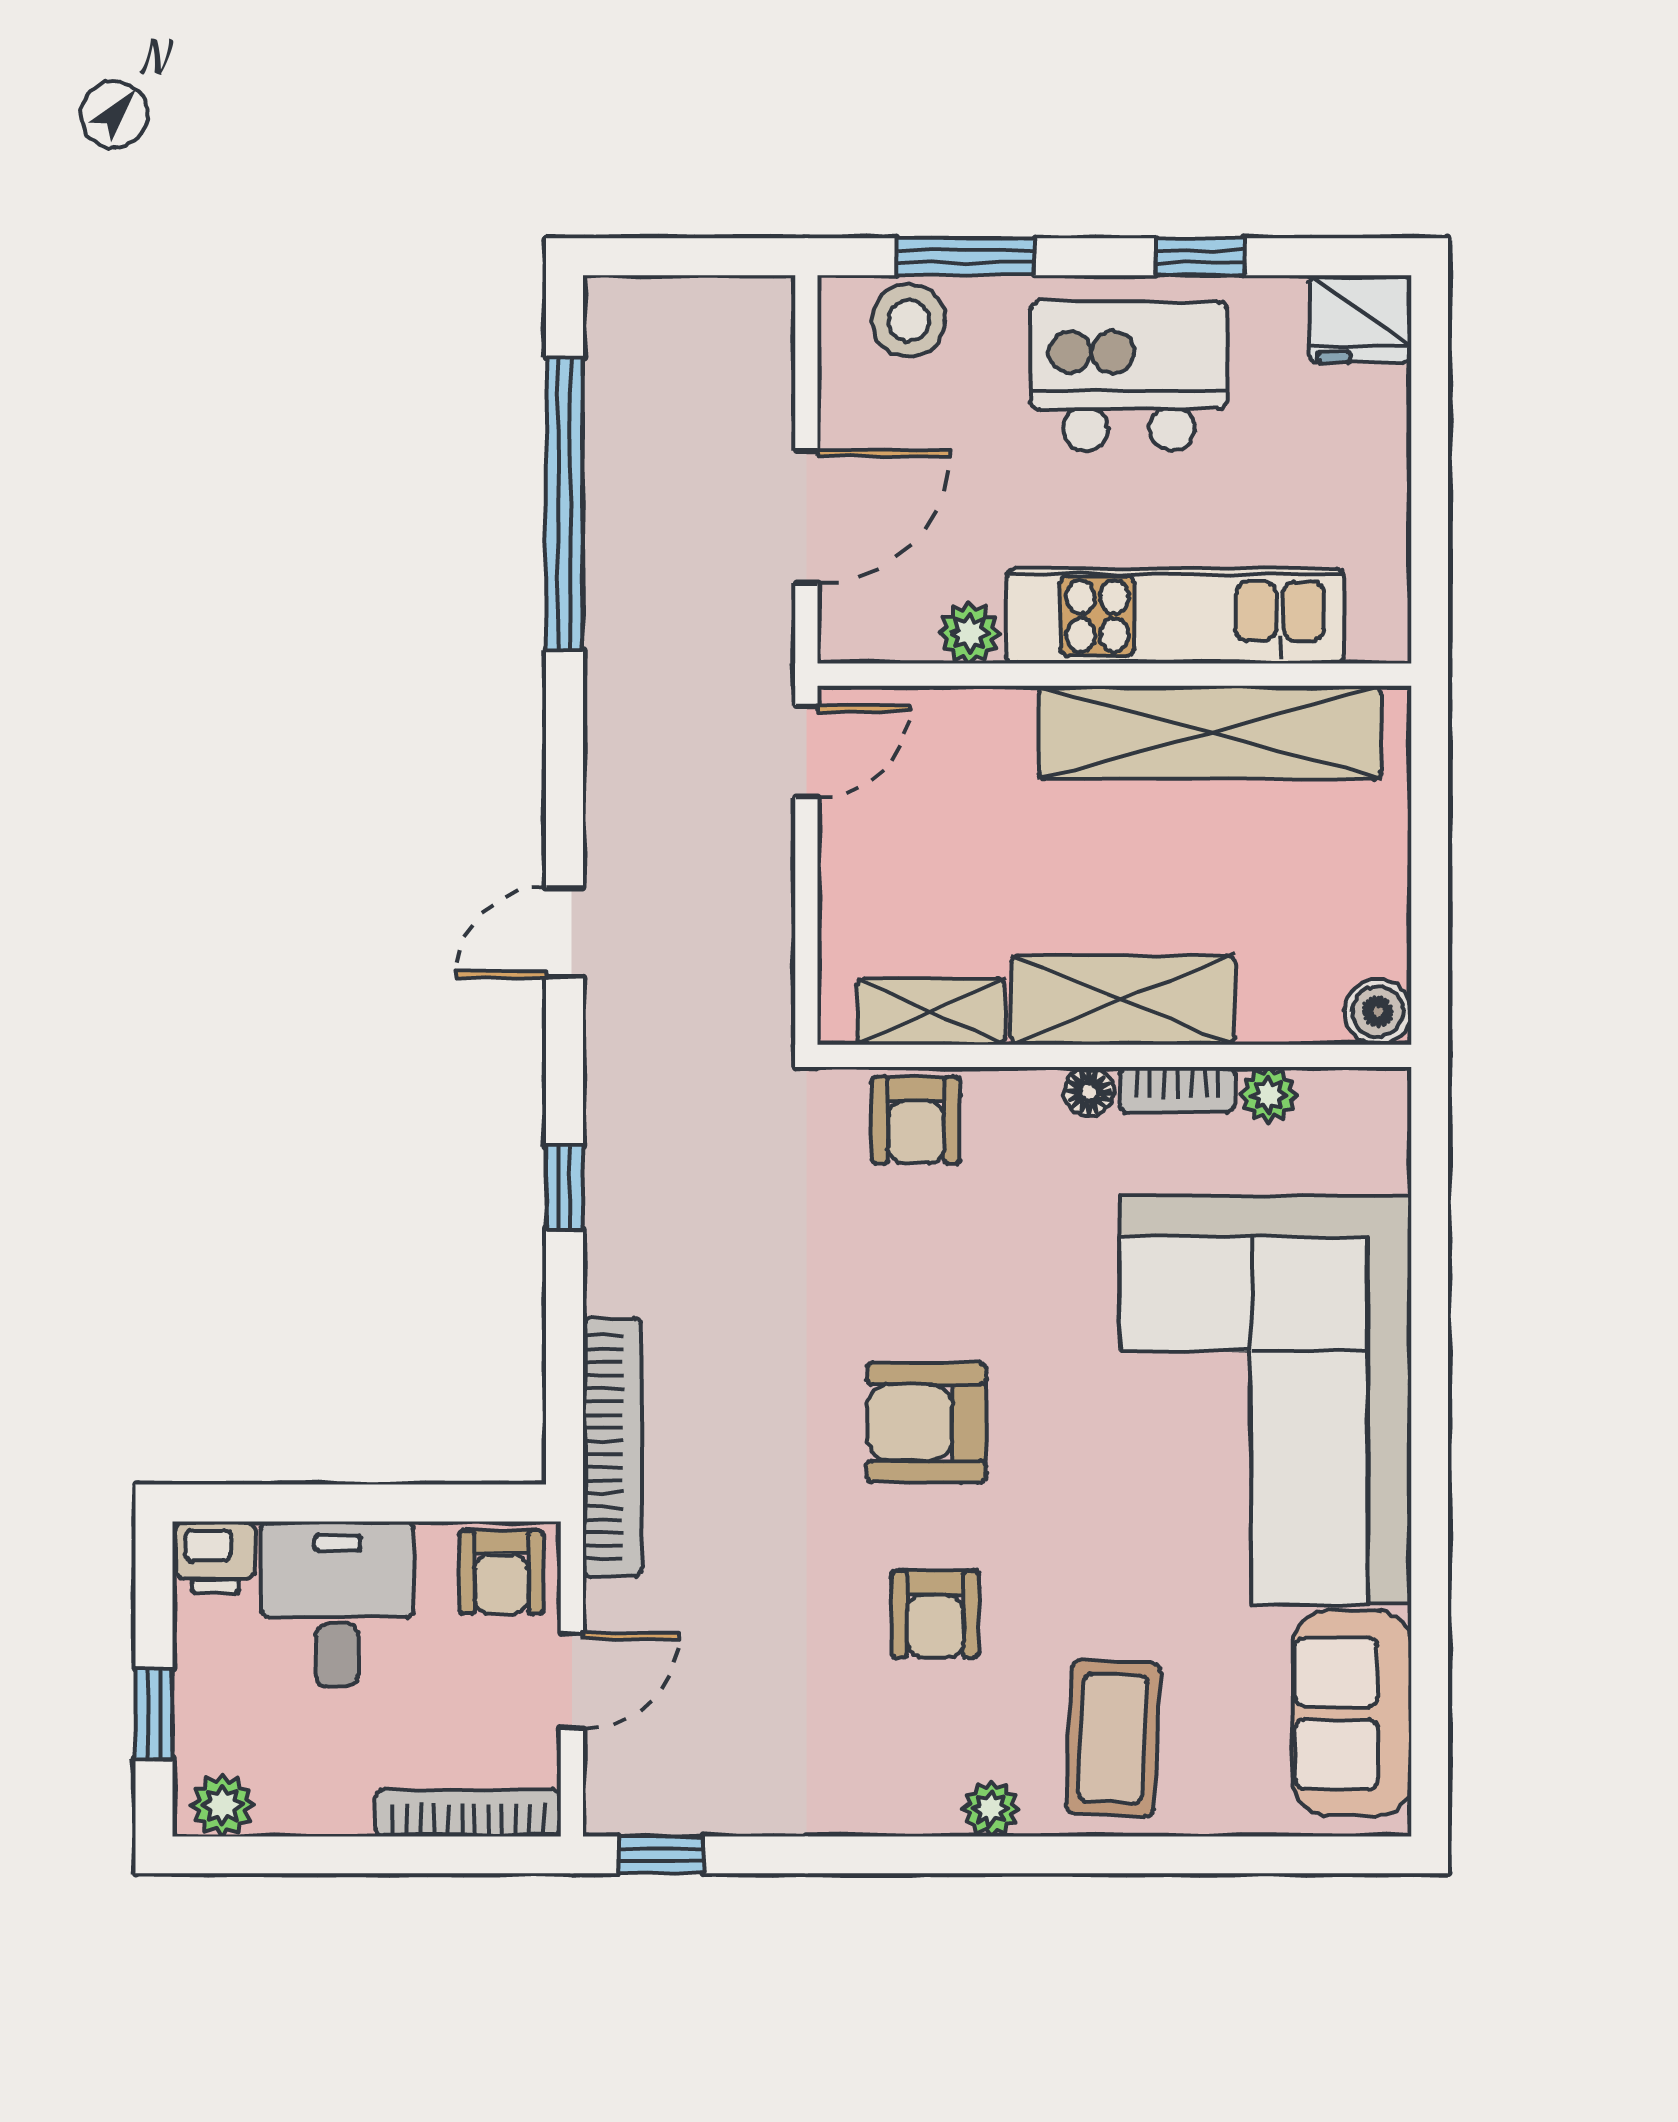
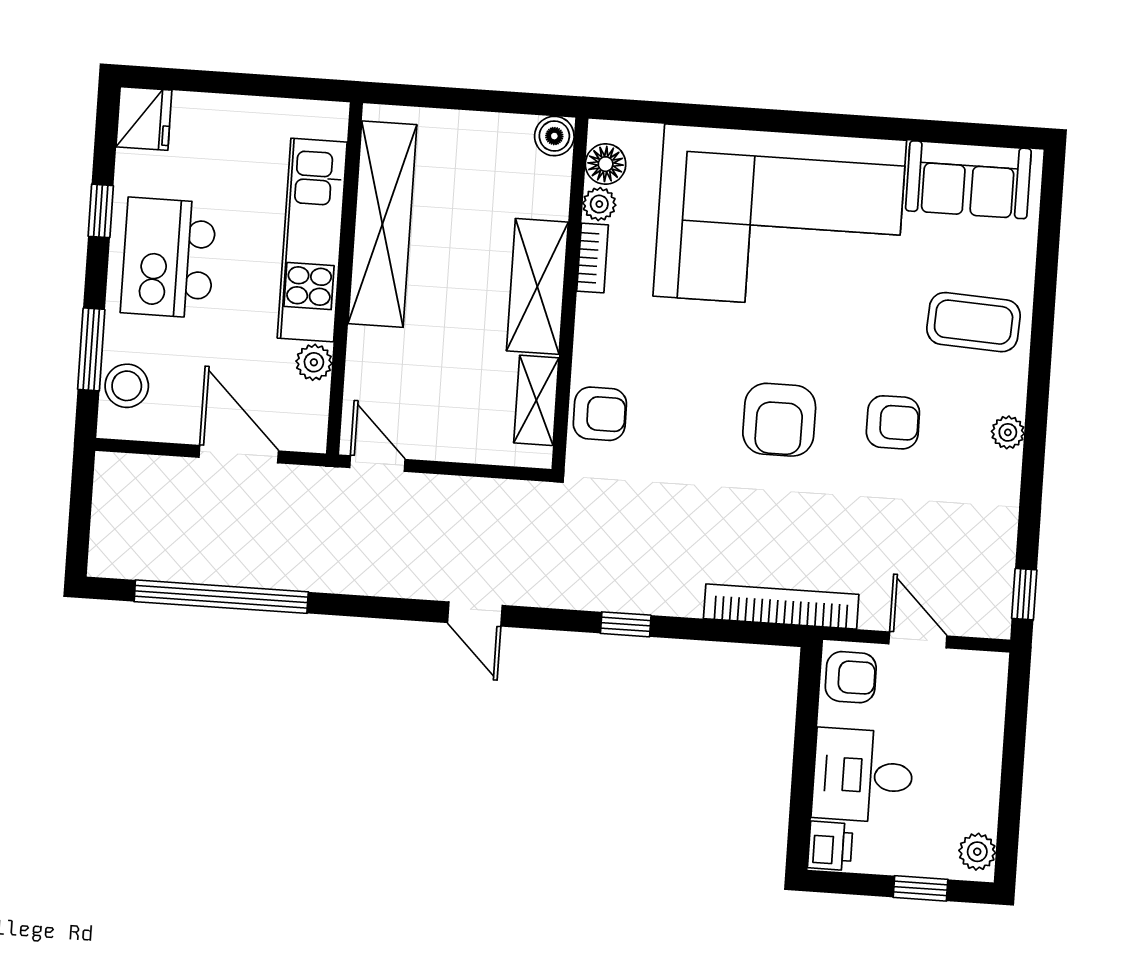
floor lamp: (1089, 1092) -> (606, 164), moved, width x1.37, depth x1.37
plant: (991, 1809) -> (1008, 432), moved
bookcase: (468, 1813) -> (992, 706), removed

